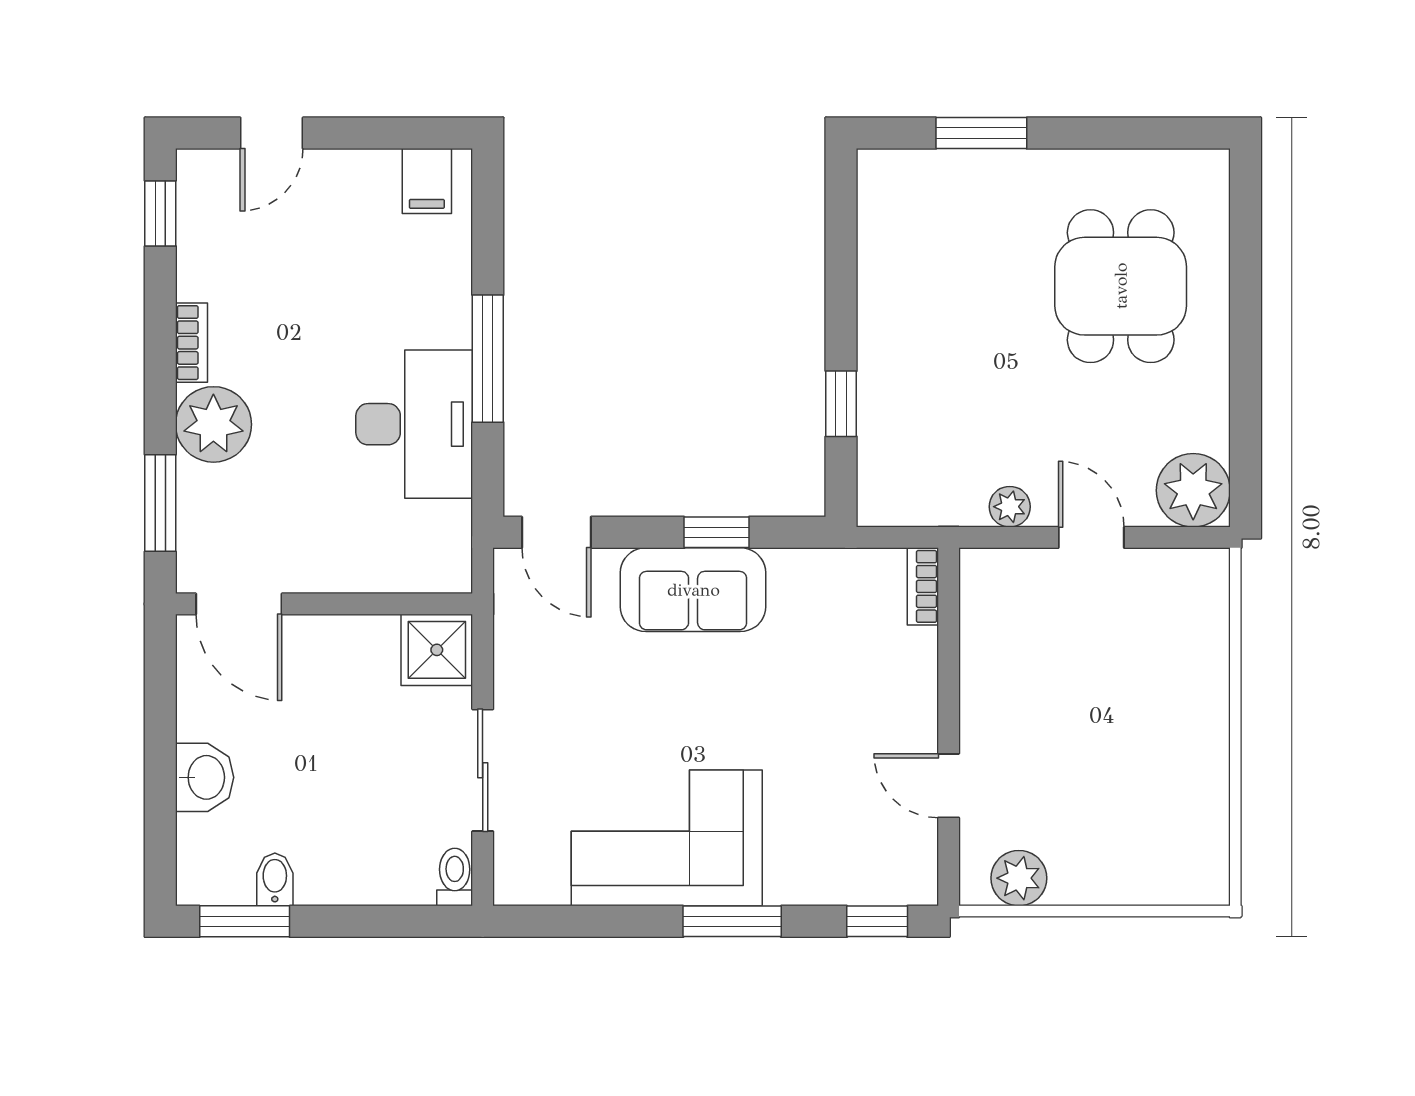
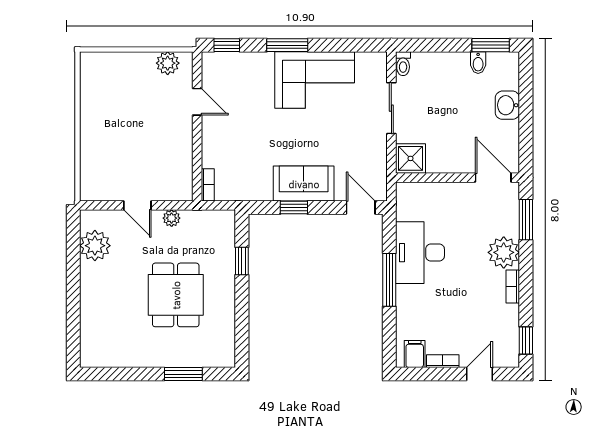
bookcase: (359, 164) -> (443, 361), added
dining table: (1121, 286) -> (176, 295), moved
plant: (1193, 490) -> (95, 246), moved

